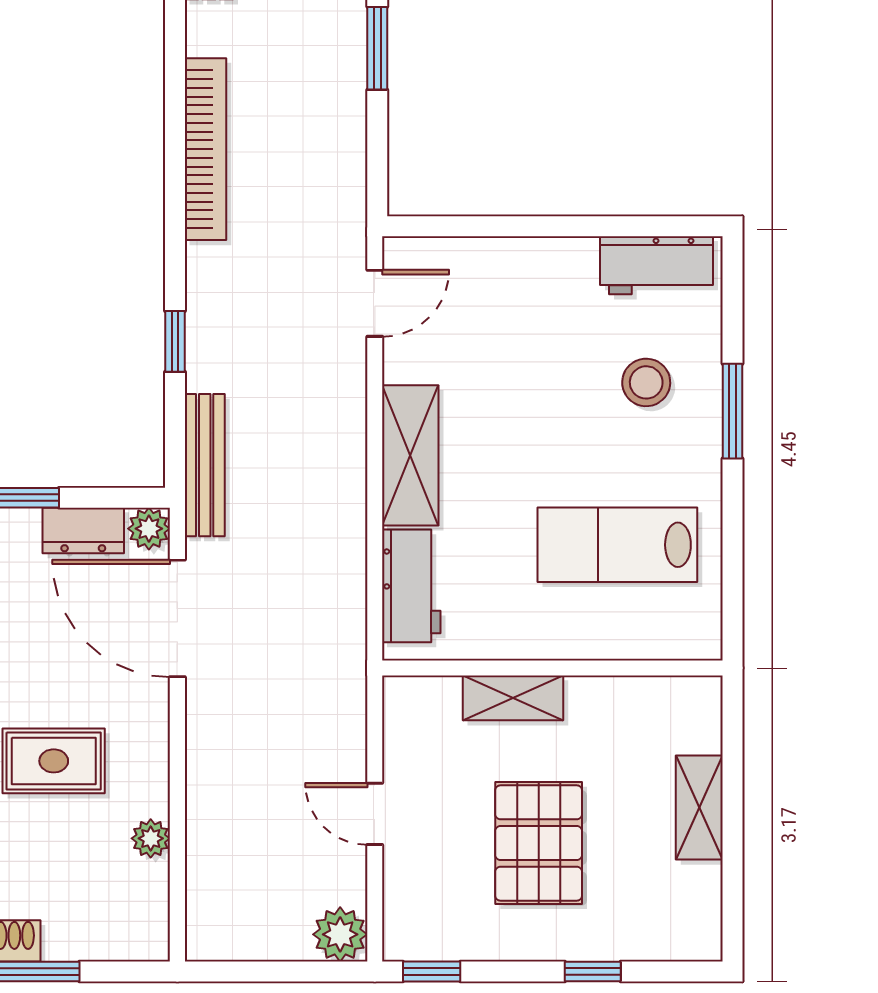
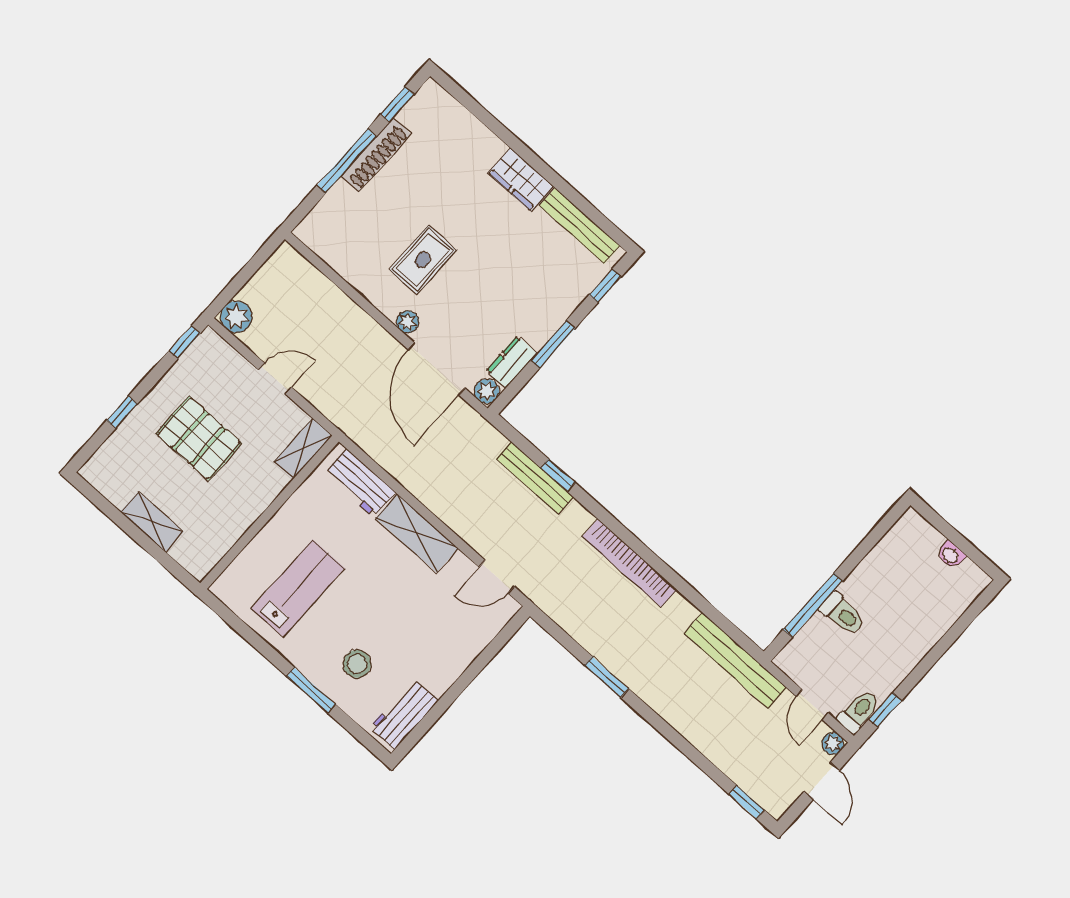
door: (375, 303) -> (497, 577), hinge flipped
bench: (205, 465) -> (535, 478), moved
door: (177, 618) -> (437, 369), swing flipped
shelving: (513, 698) -> (303, 449), moved
plant: (151, 838) -> (408, 322), moved

